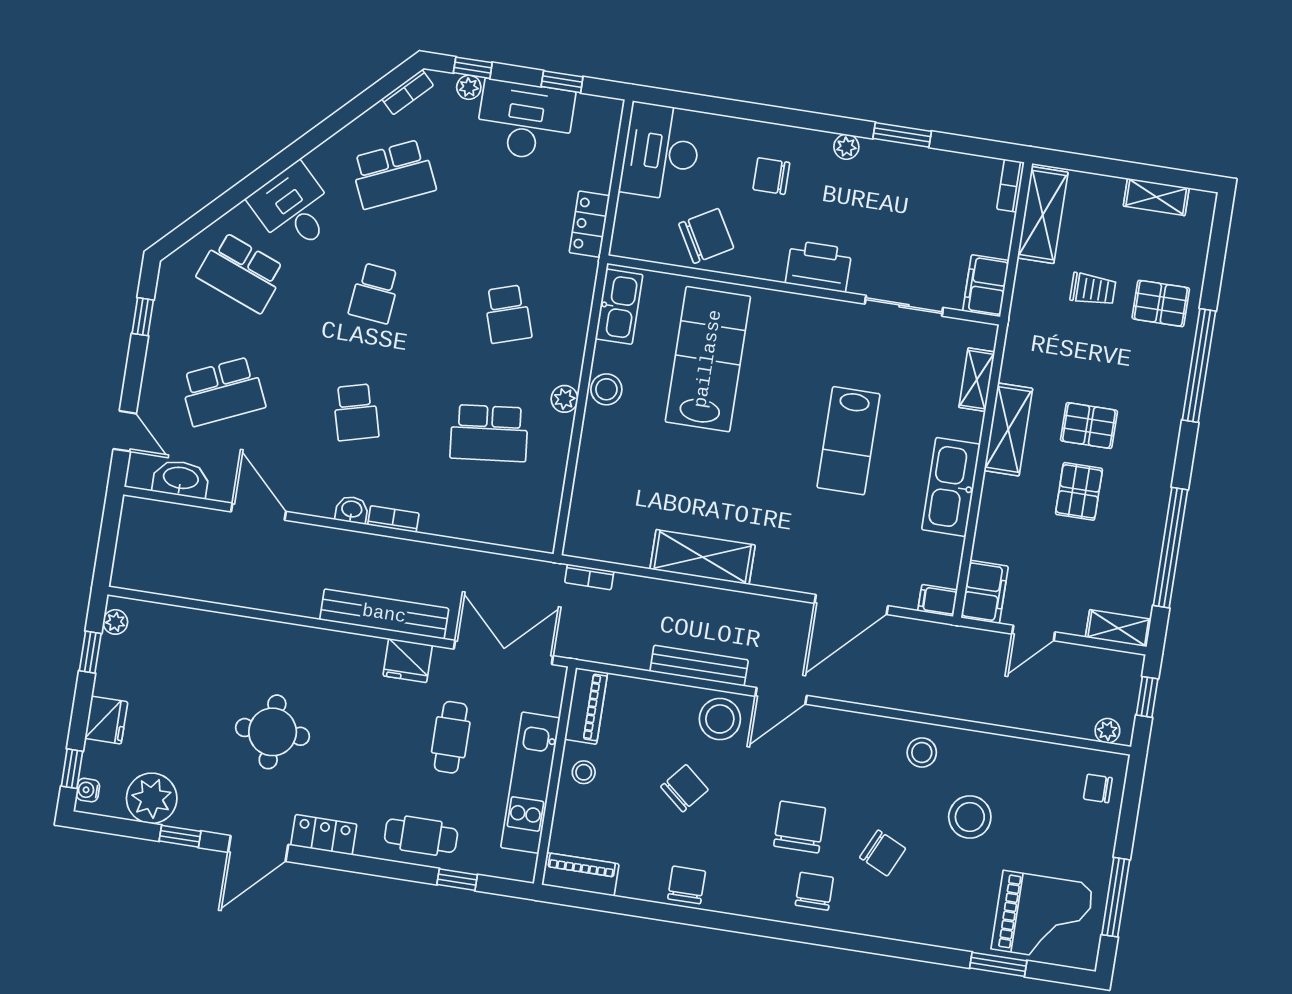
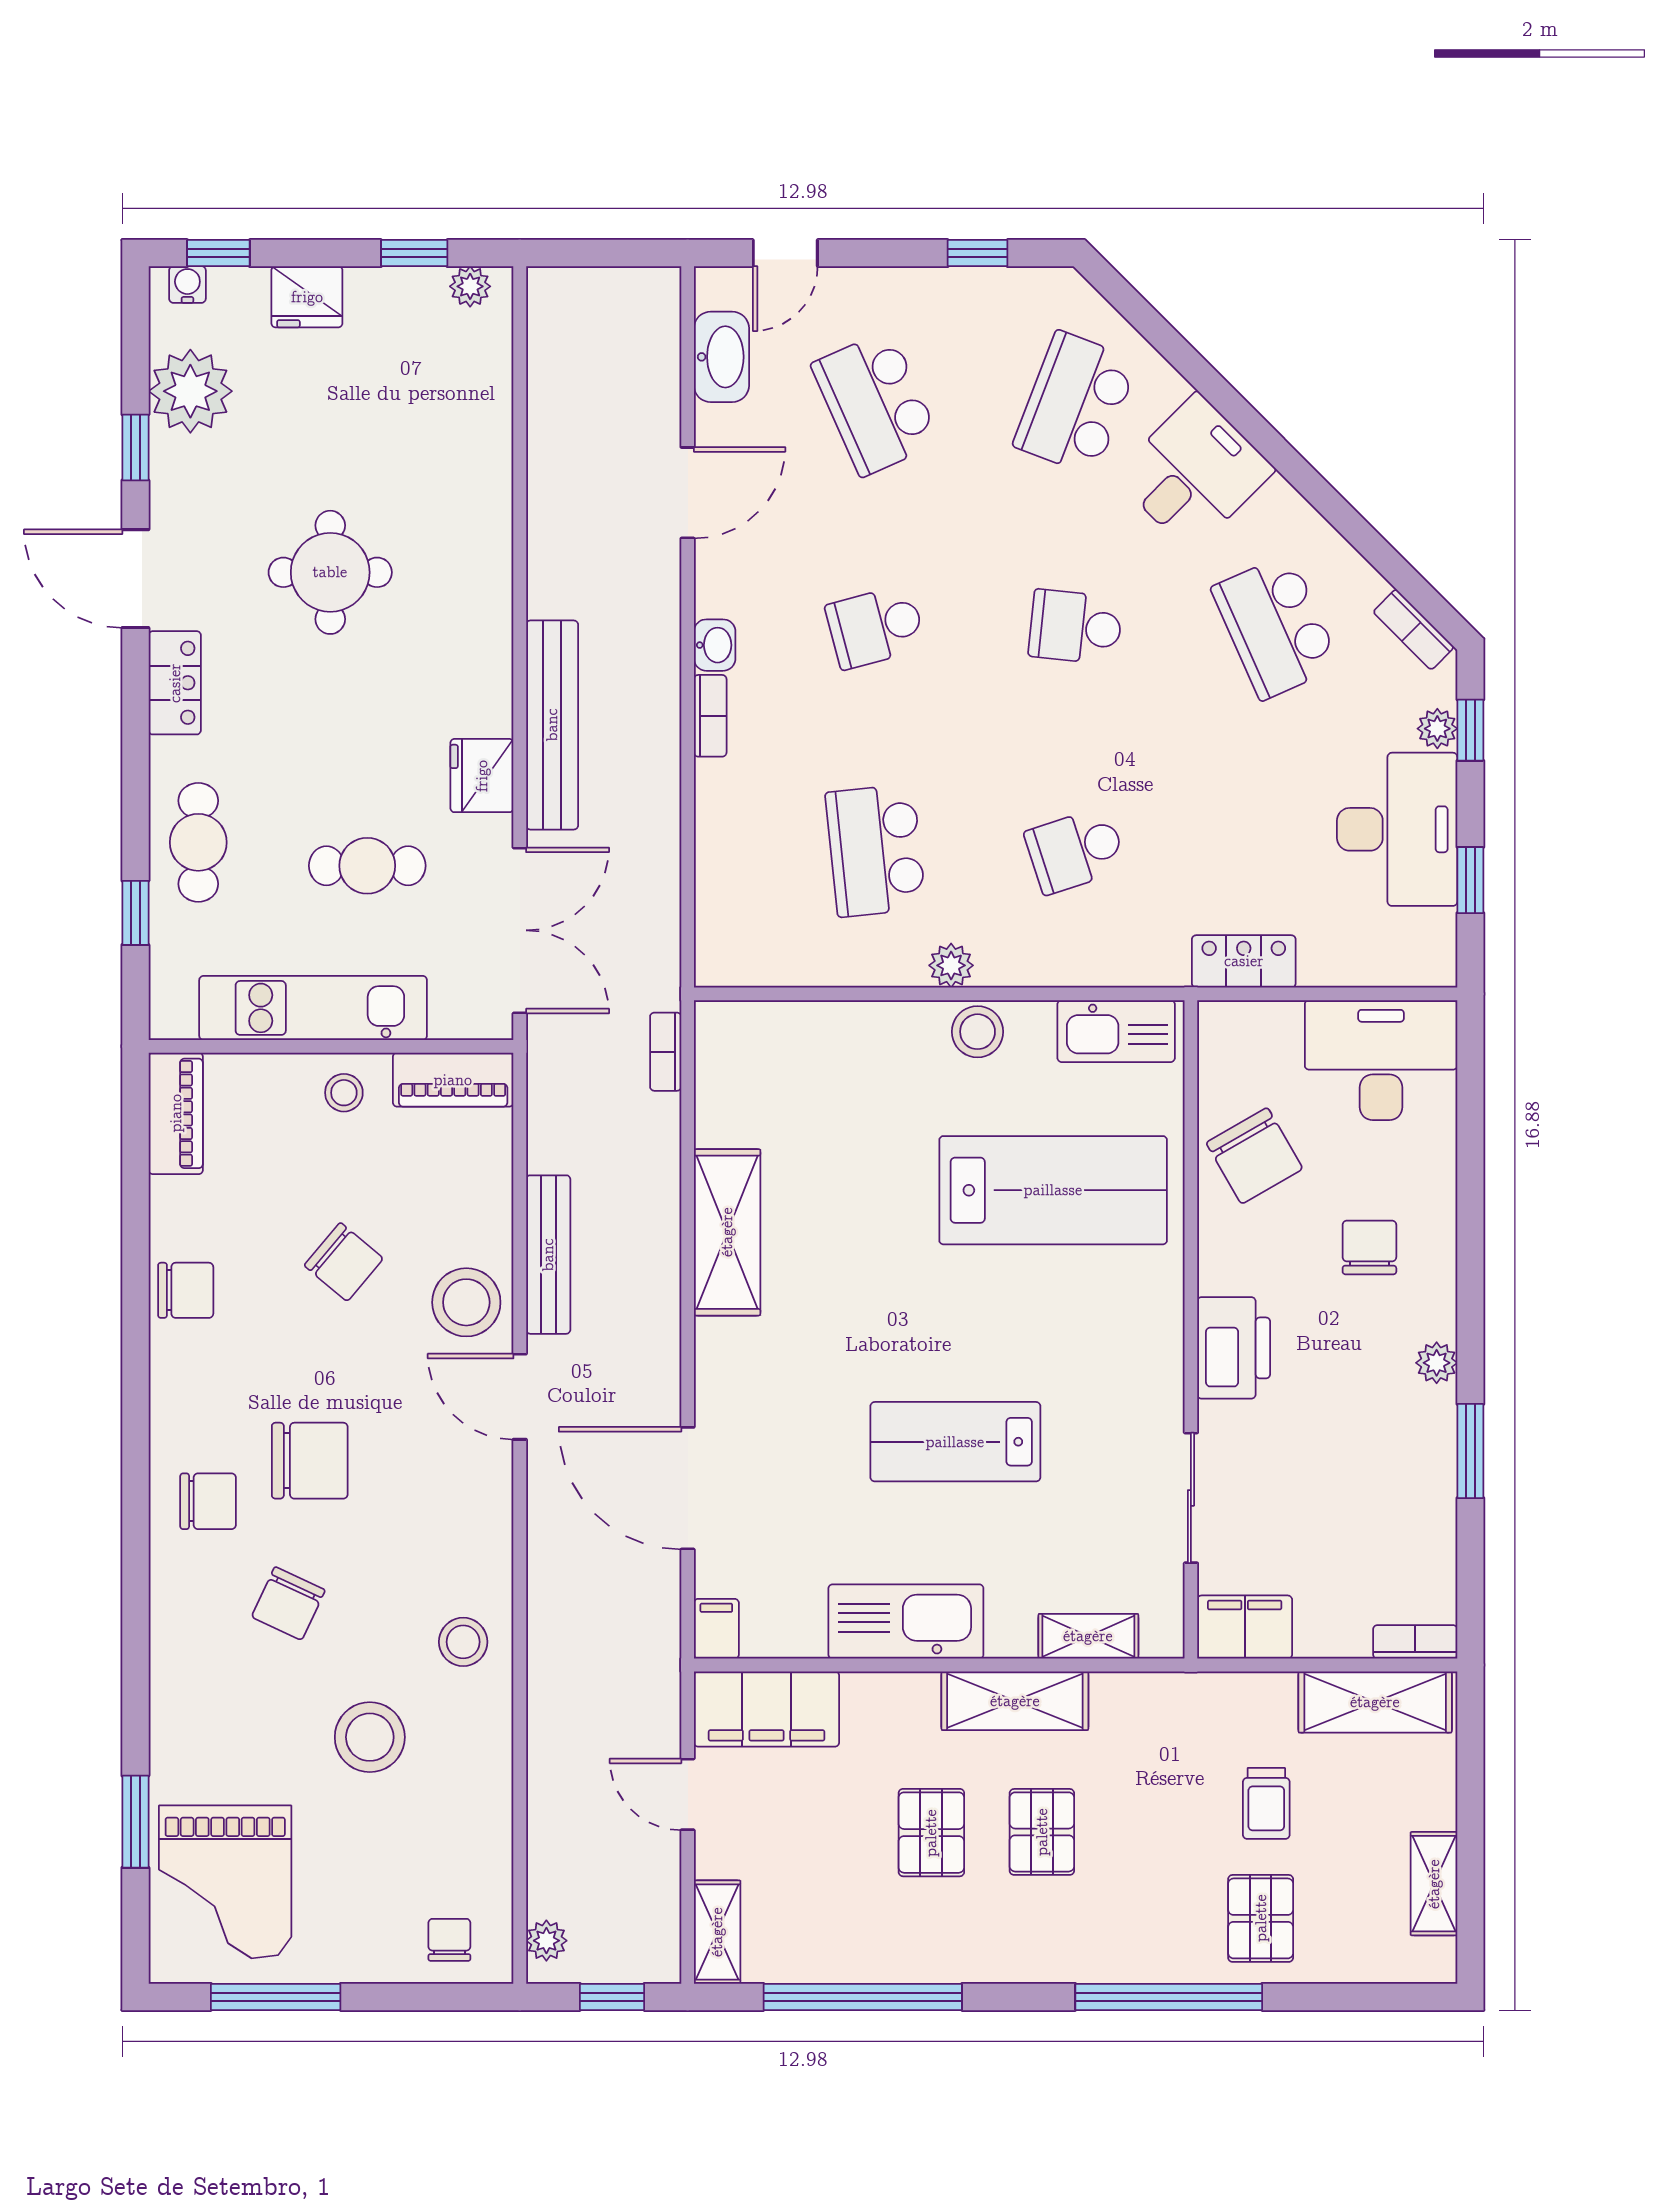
pallet: (1079, 491) -> (931, 1833), turned 90
filing cabinet: (985, 592) -> (767, 1709), width x1.50, depth x1.17

